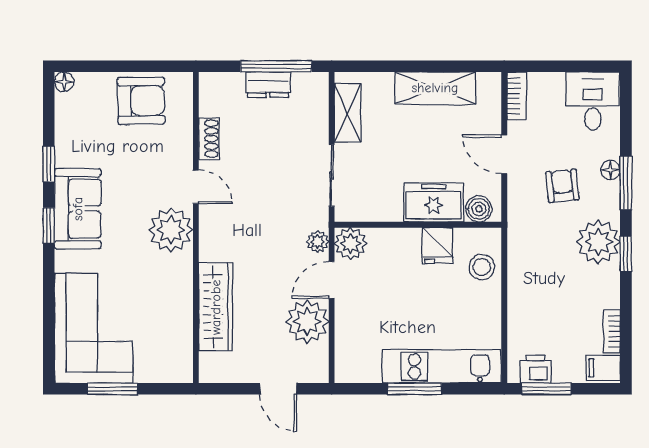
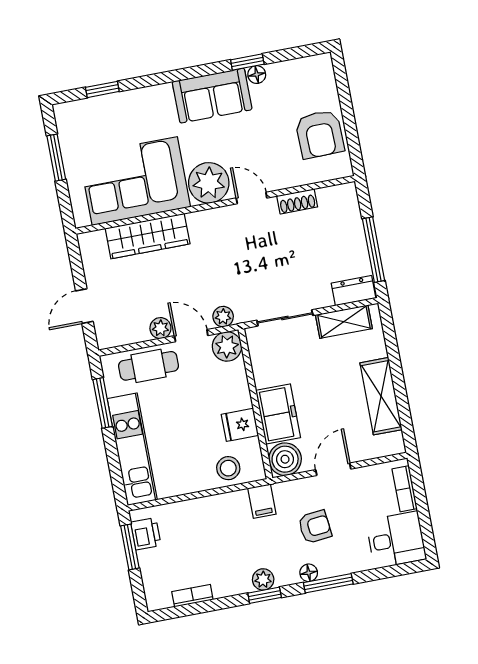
floor lamp: (64, 82) -> (257, 75), moved
dresser: (268, 85) -> (354, 291), moved, turned 90
bookcase: (517, 96) -> (405, 489), moved, turned 90
floor lamp: (611, 170) -> (309, 573), moved
door: (196, 187) -> (252, 198), swing flipped
boiler: (479, 209) -> (285, 459), width x1.36, depth x1.36
window: (49, 226) -> (102, 89), moved
plant: (598, 242) -> (263, 579), width x0.53, depth x0.53
plant: (307, 322) -> (160, 328), width x0.53, depth x0.53
corner sofa: (94, 328) -> (135, 181), moved, turned 180
cafe table: (355, 332) -> (149, 366), added
filing cabinet: (603, 368) -> (262, 501), moved, turned 180
window: (414, 389) -> (103, 403), moved

